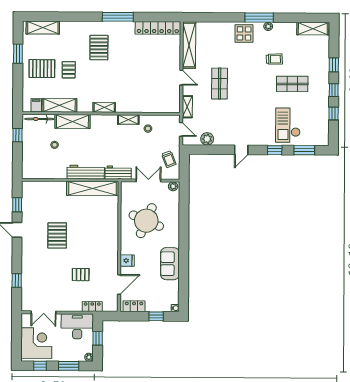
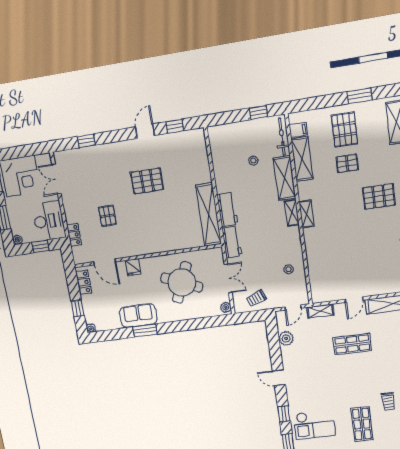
shelving: (128, 120) -> (292, 213), moved
checkout: (288, 125) -> (314, 425), turned 180
workbench: (86, 172) -> (227, 210), width x0.73
window: (184, 260) -> (145, 330), added

